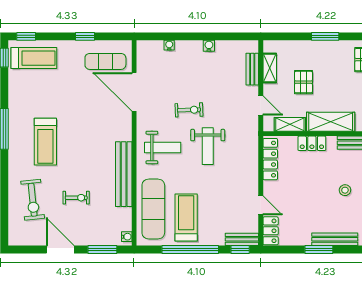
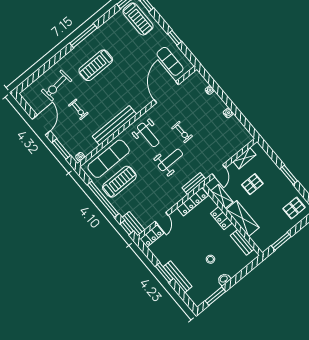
bench: (252, 69) -> (194, 183), moved
weight bench: (208, 146) -> (170, 160), turned 180

